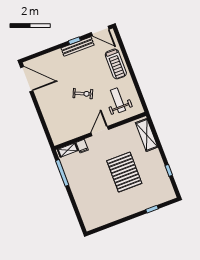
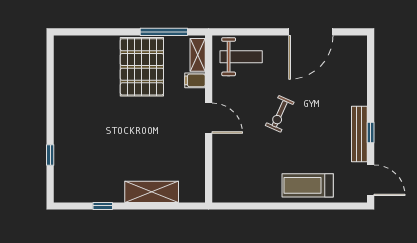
door: (100, 31) -> (371, 180), swing flipped
door: (27, 79) -> (311, 32), moved
weight bench: (118, 100) -> (241, 57), moved
shelving: (147, 135) -> (152, 192), moved
pallet: (124, 172) -> (142, 67), moved, turned 90

